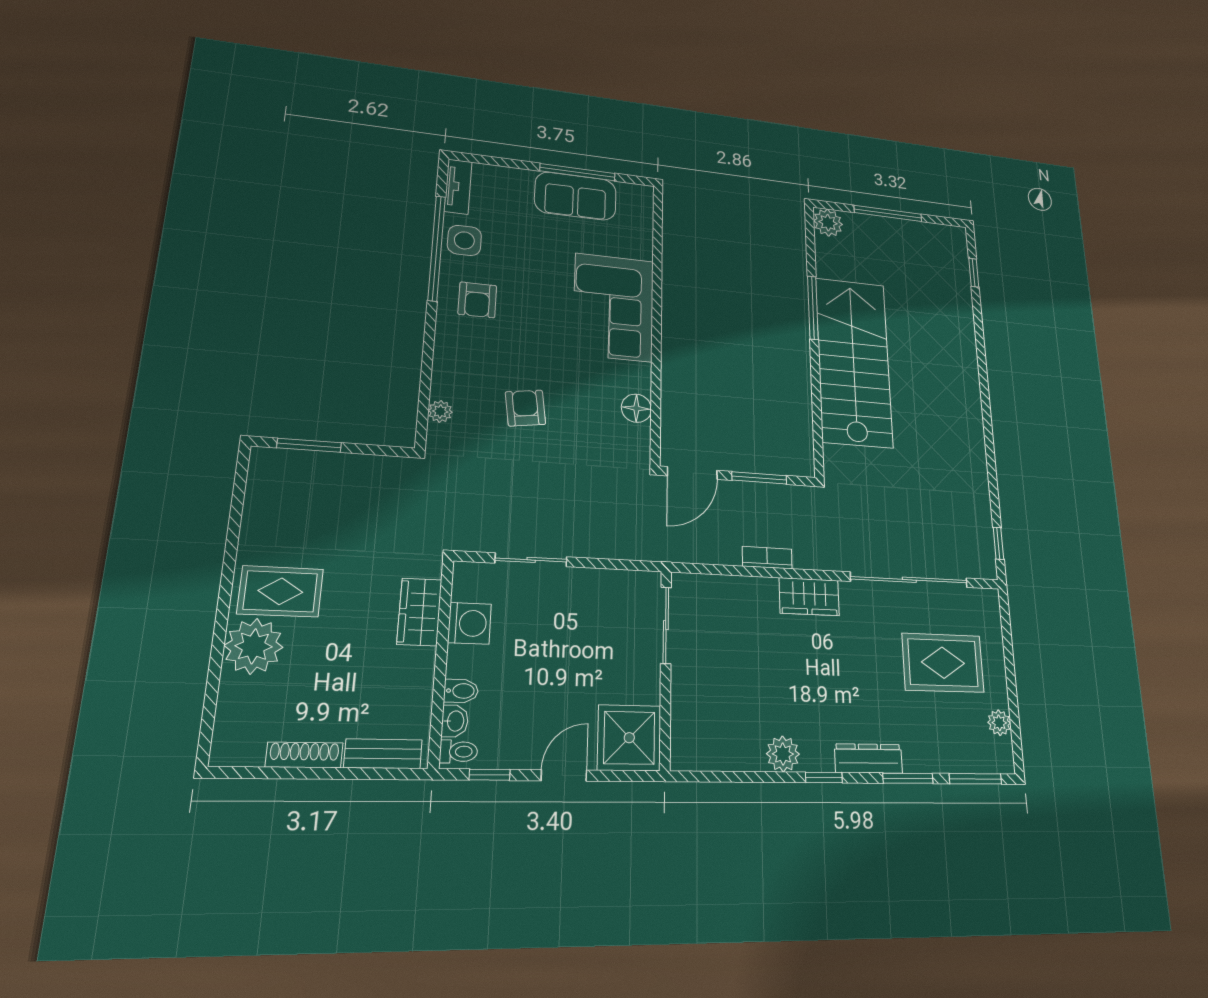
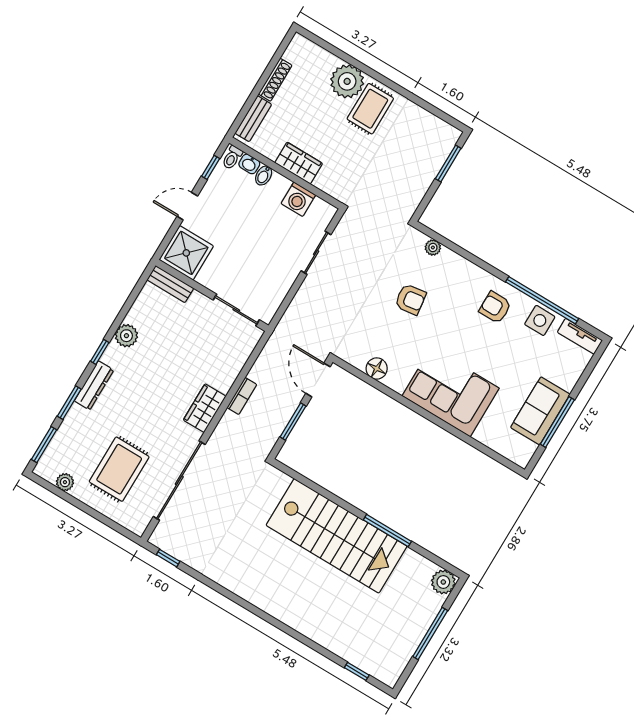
wardrobe: (419, 612) -> (299, 163), moved
bench: (683, 735) -> (170, 284), added
door: (564, 775) -> (187, 206), swing flipped

